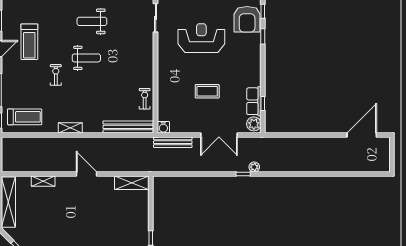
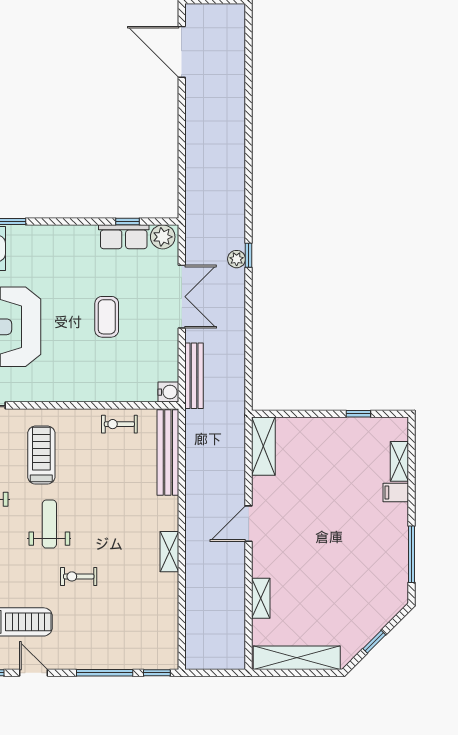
treadmill: (25, 117) -> (41, 455), moved
plant: (254, 167) -> (237, 259), moved

